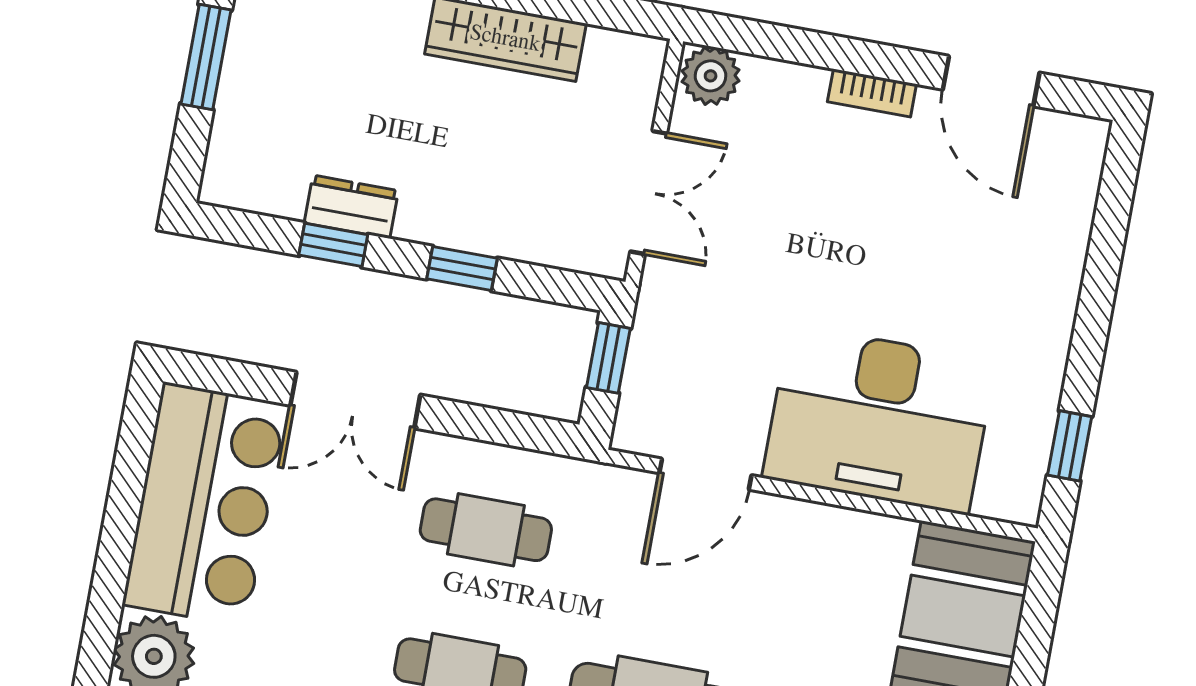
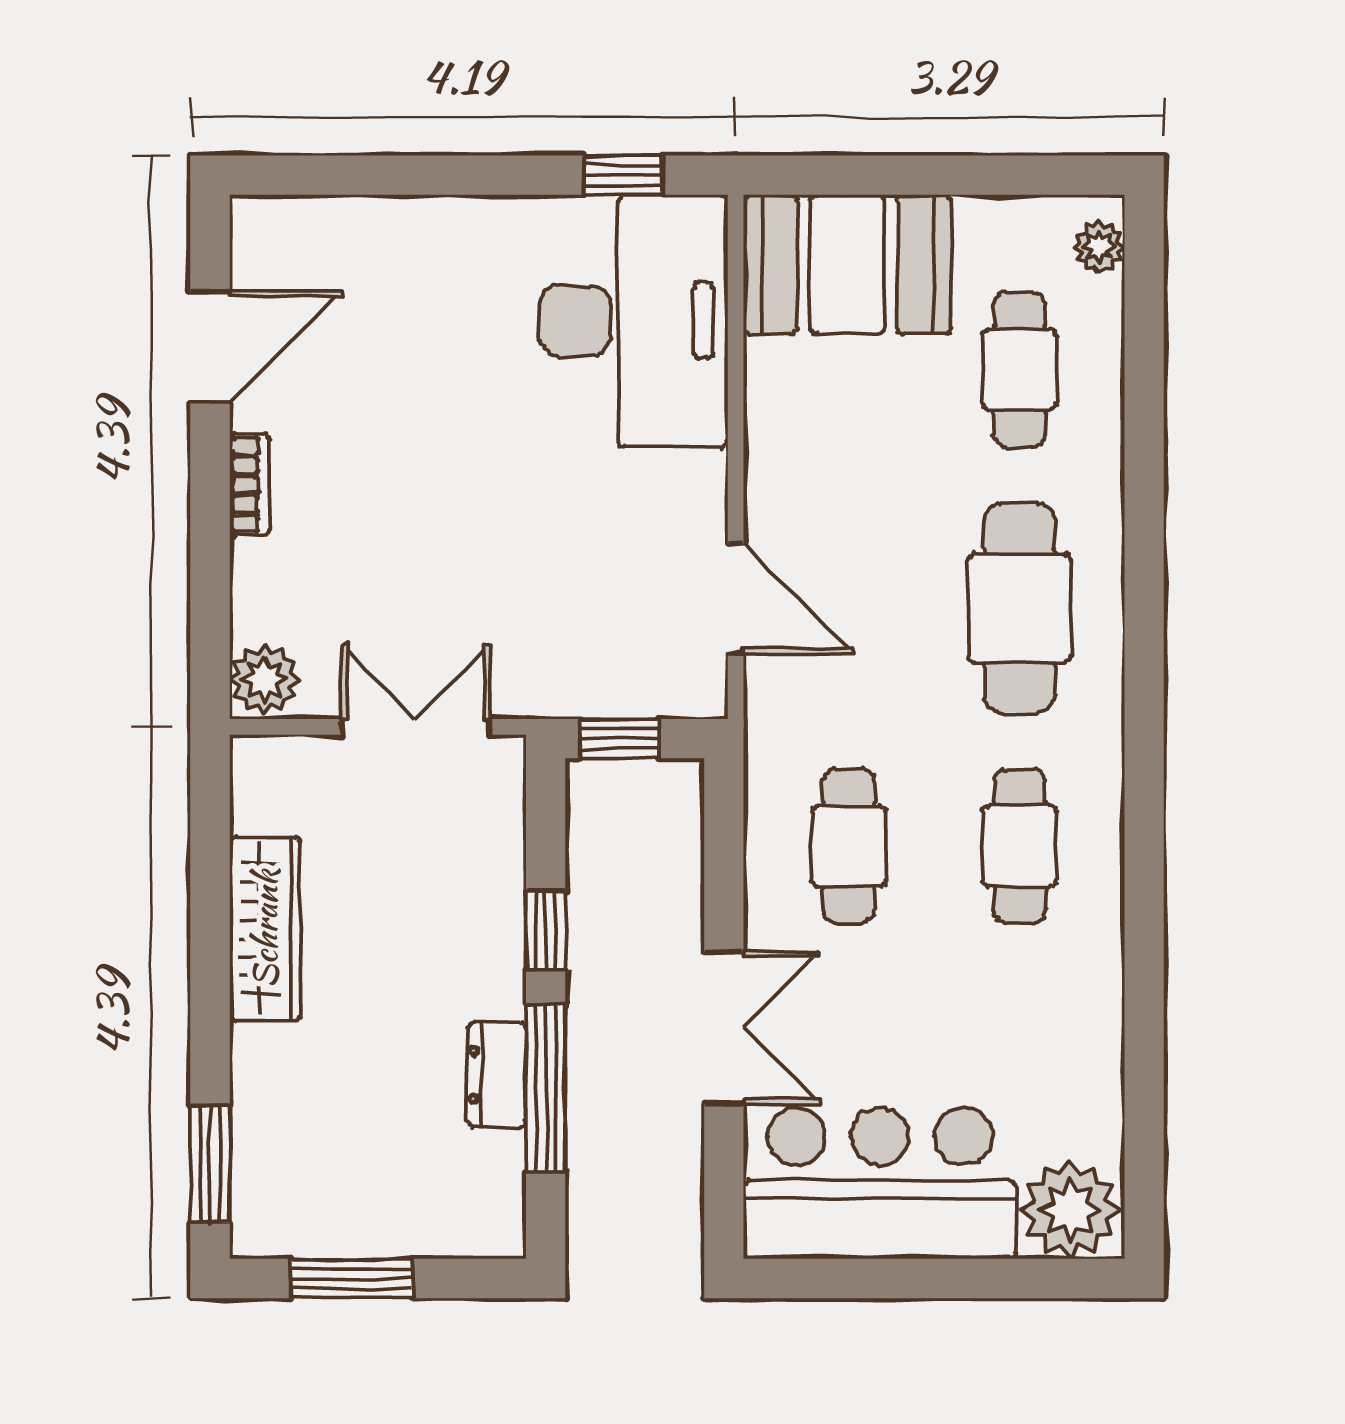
window: (333, 245) -> (546, 1088), width x2.17
desk: (879, 419) -> (633, 321), moved

